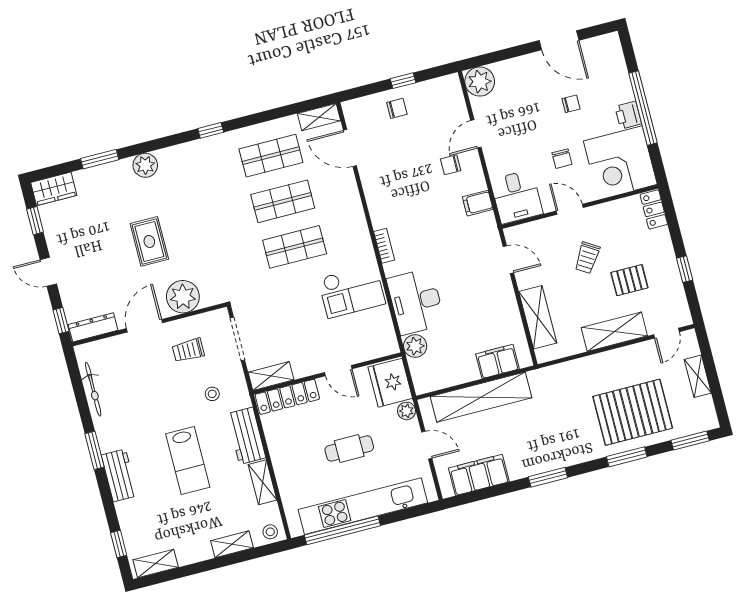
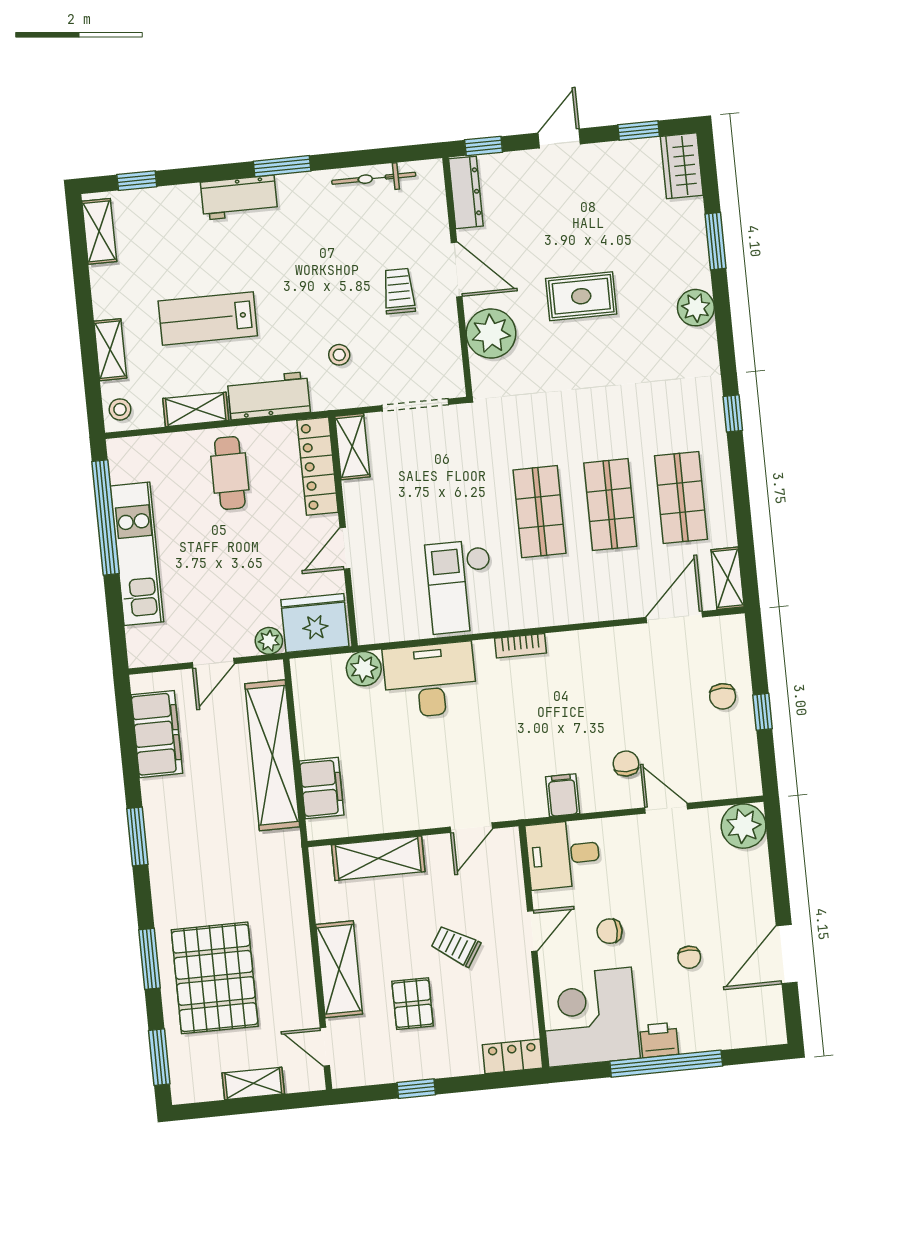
trolley: (188, 350) -> (399, 291), moved
cafe table: (349, 448) -> (230, 473), moved
lab bench: (188, 460) -> (208, 318), moved
kitchen unit: (363, 506) -> (137, 554), width x0.73

